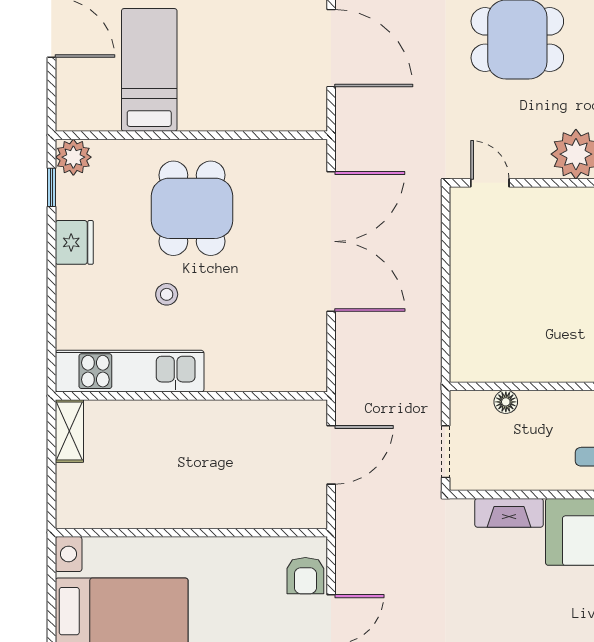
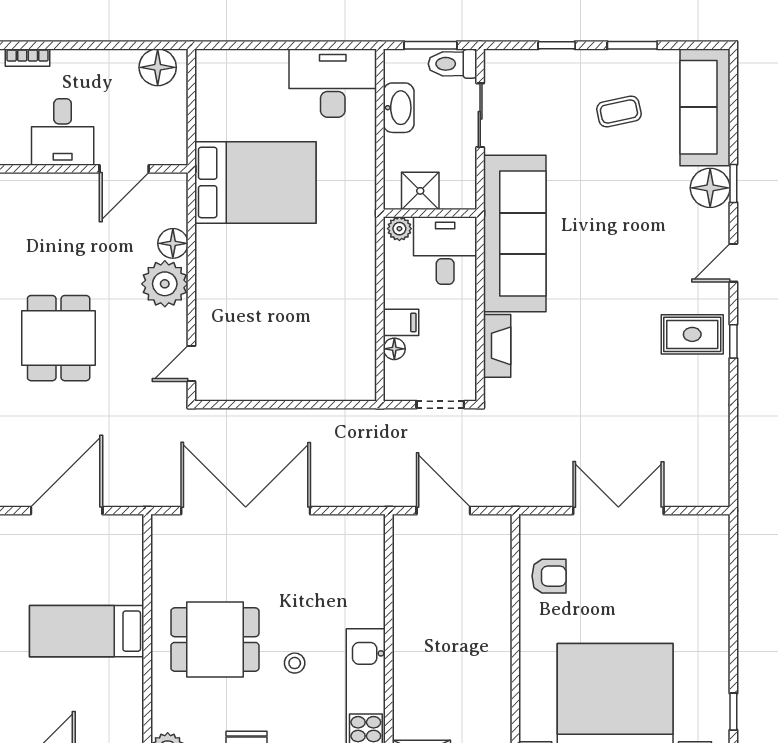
bed: (149, 70) -> (87, 631), moved
filing cabinet: (534, 409) -> (401, 322), added
armchair: (305, 576) -> (549, 576), moved

